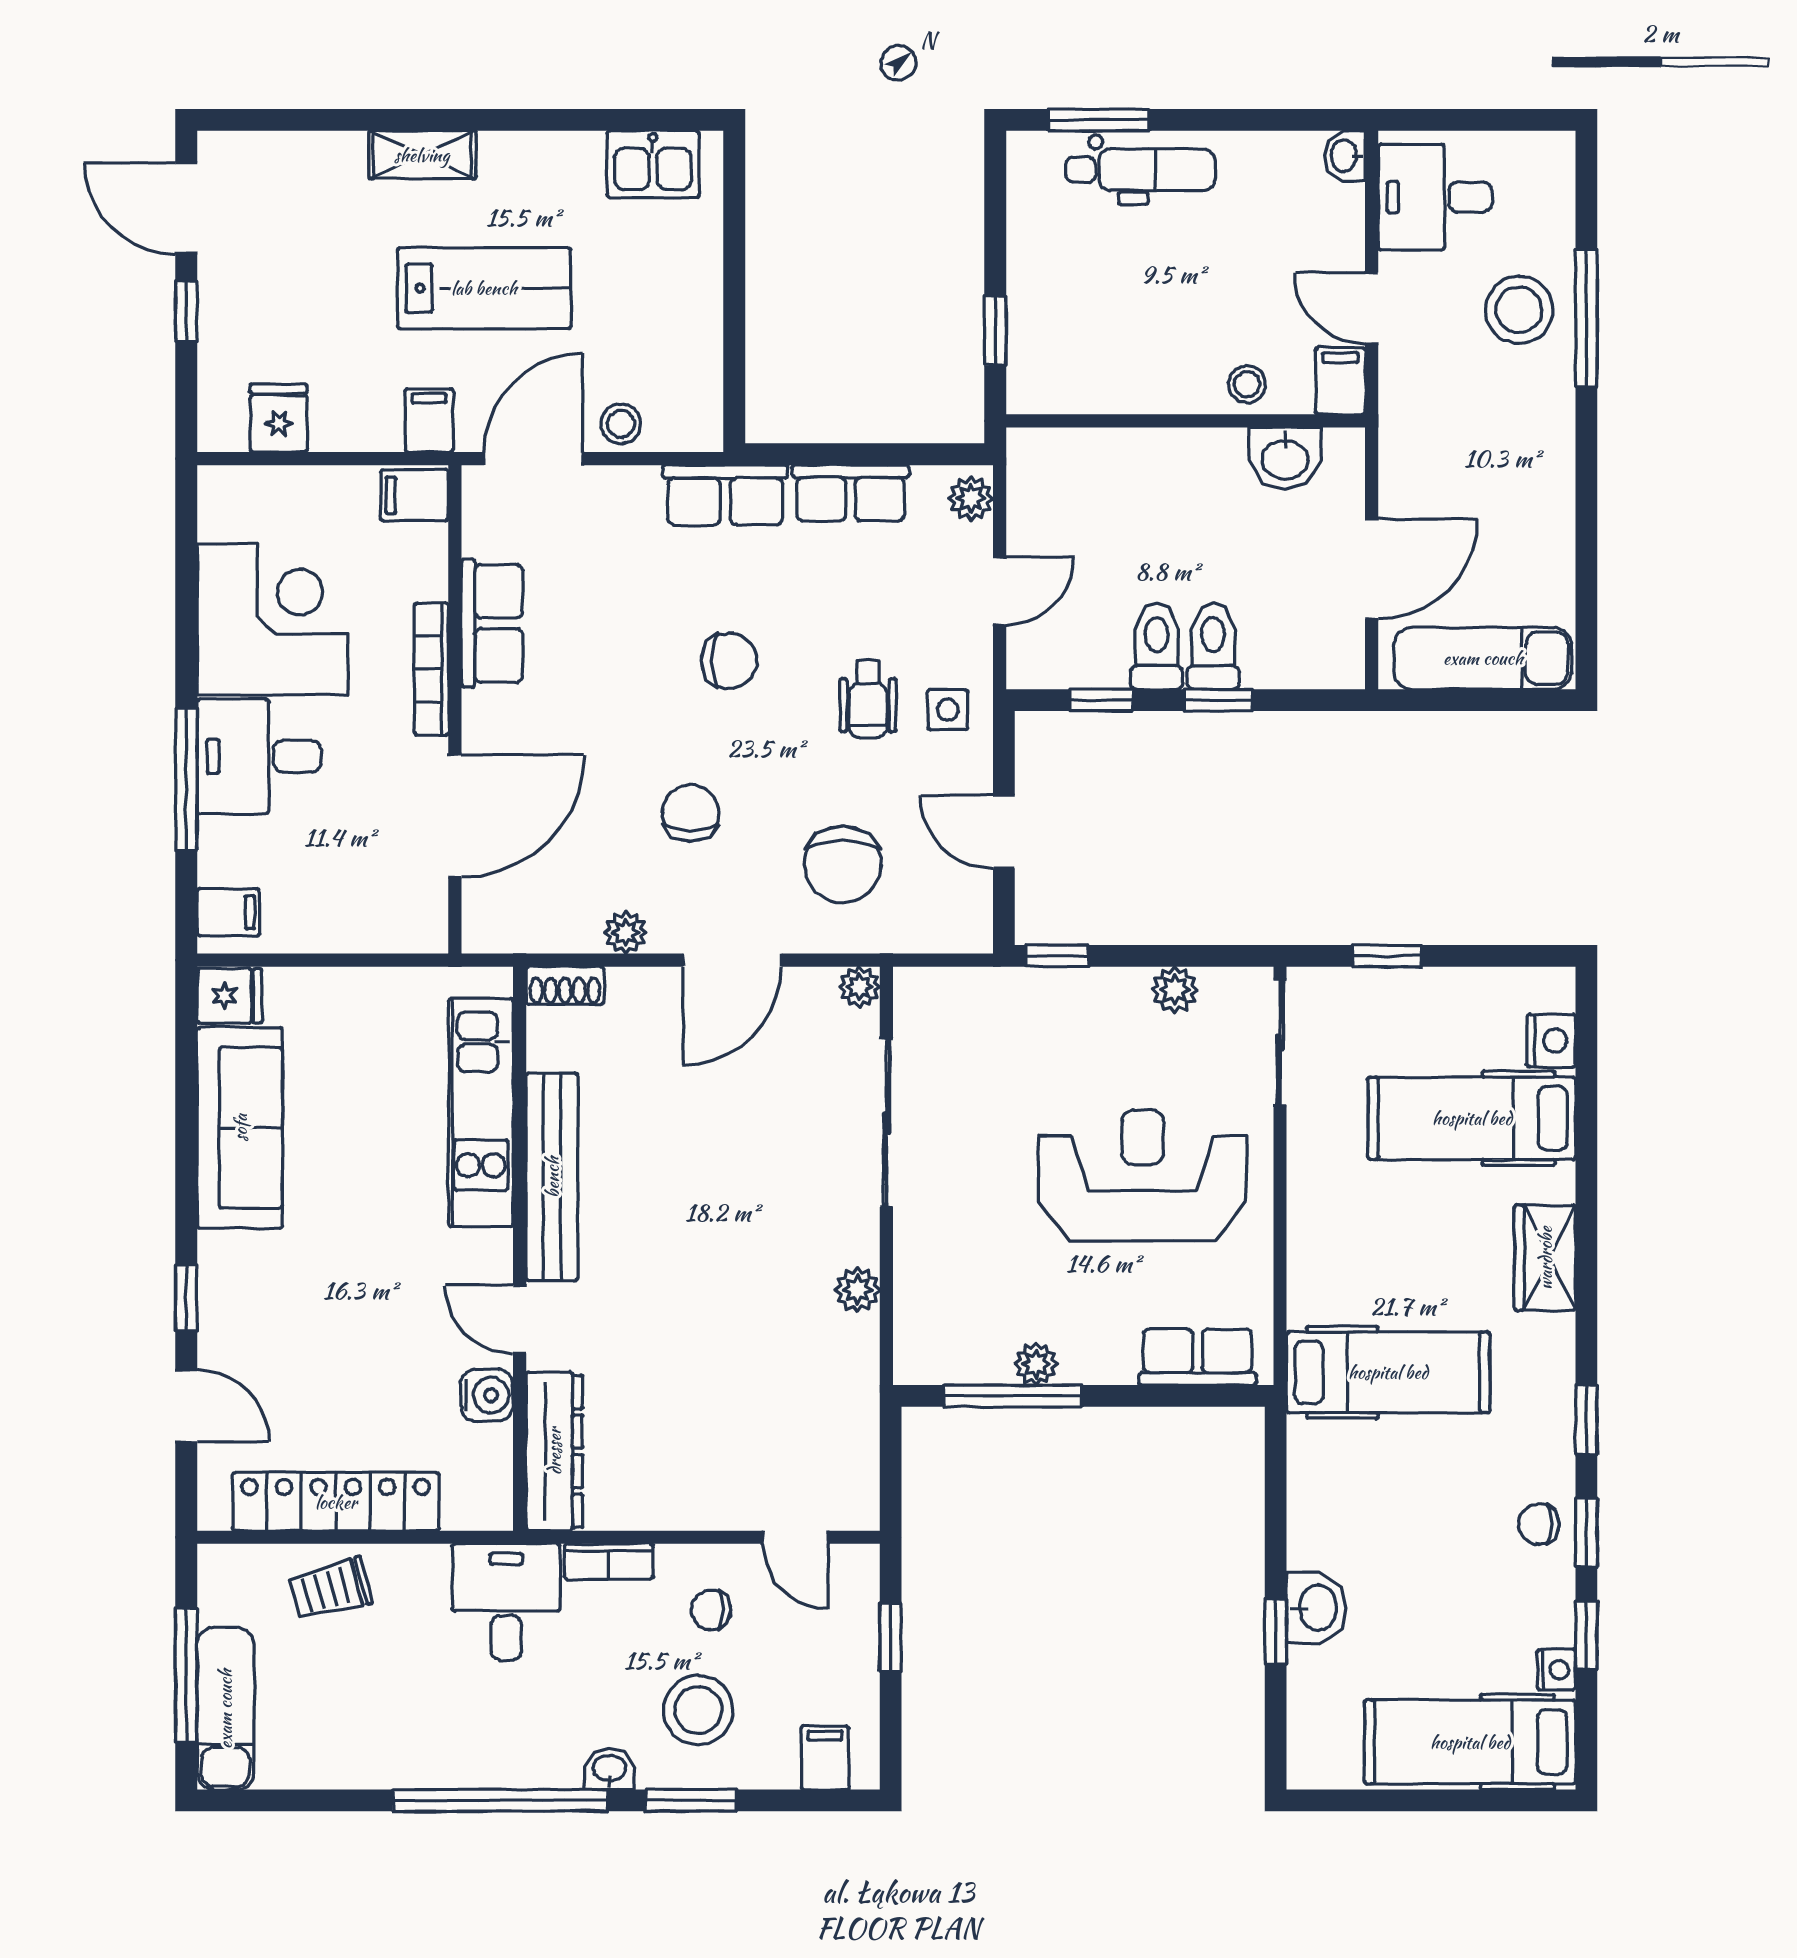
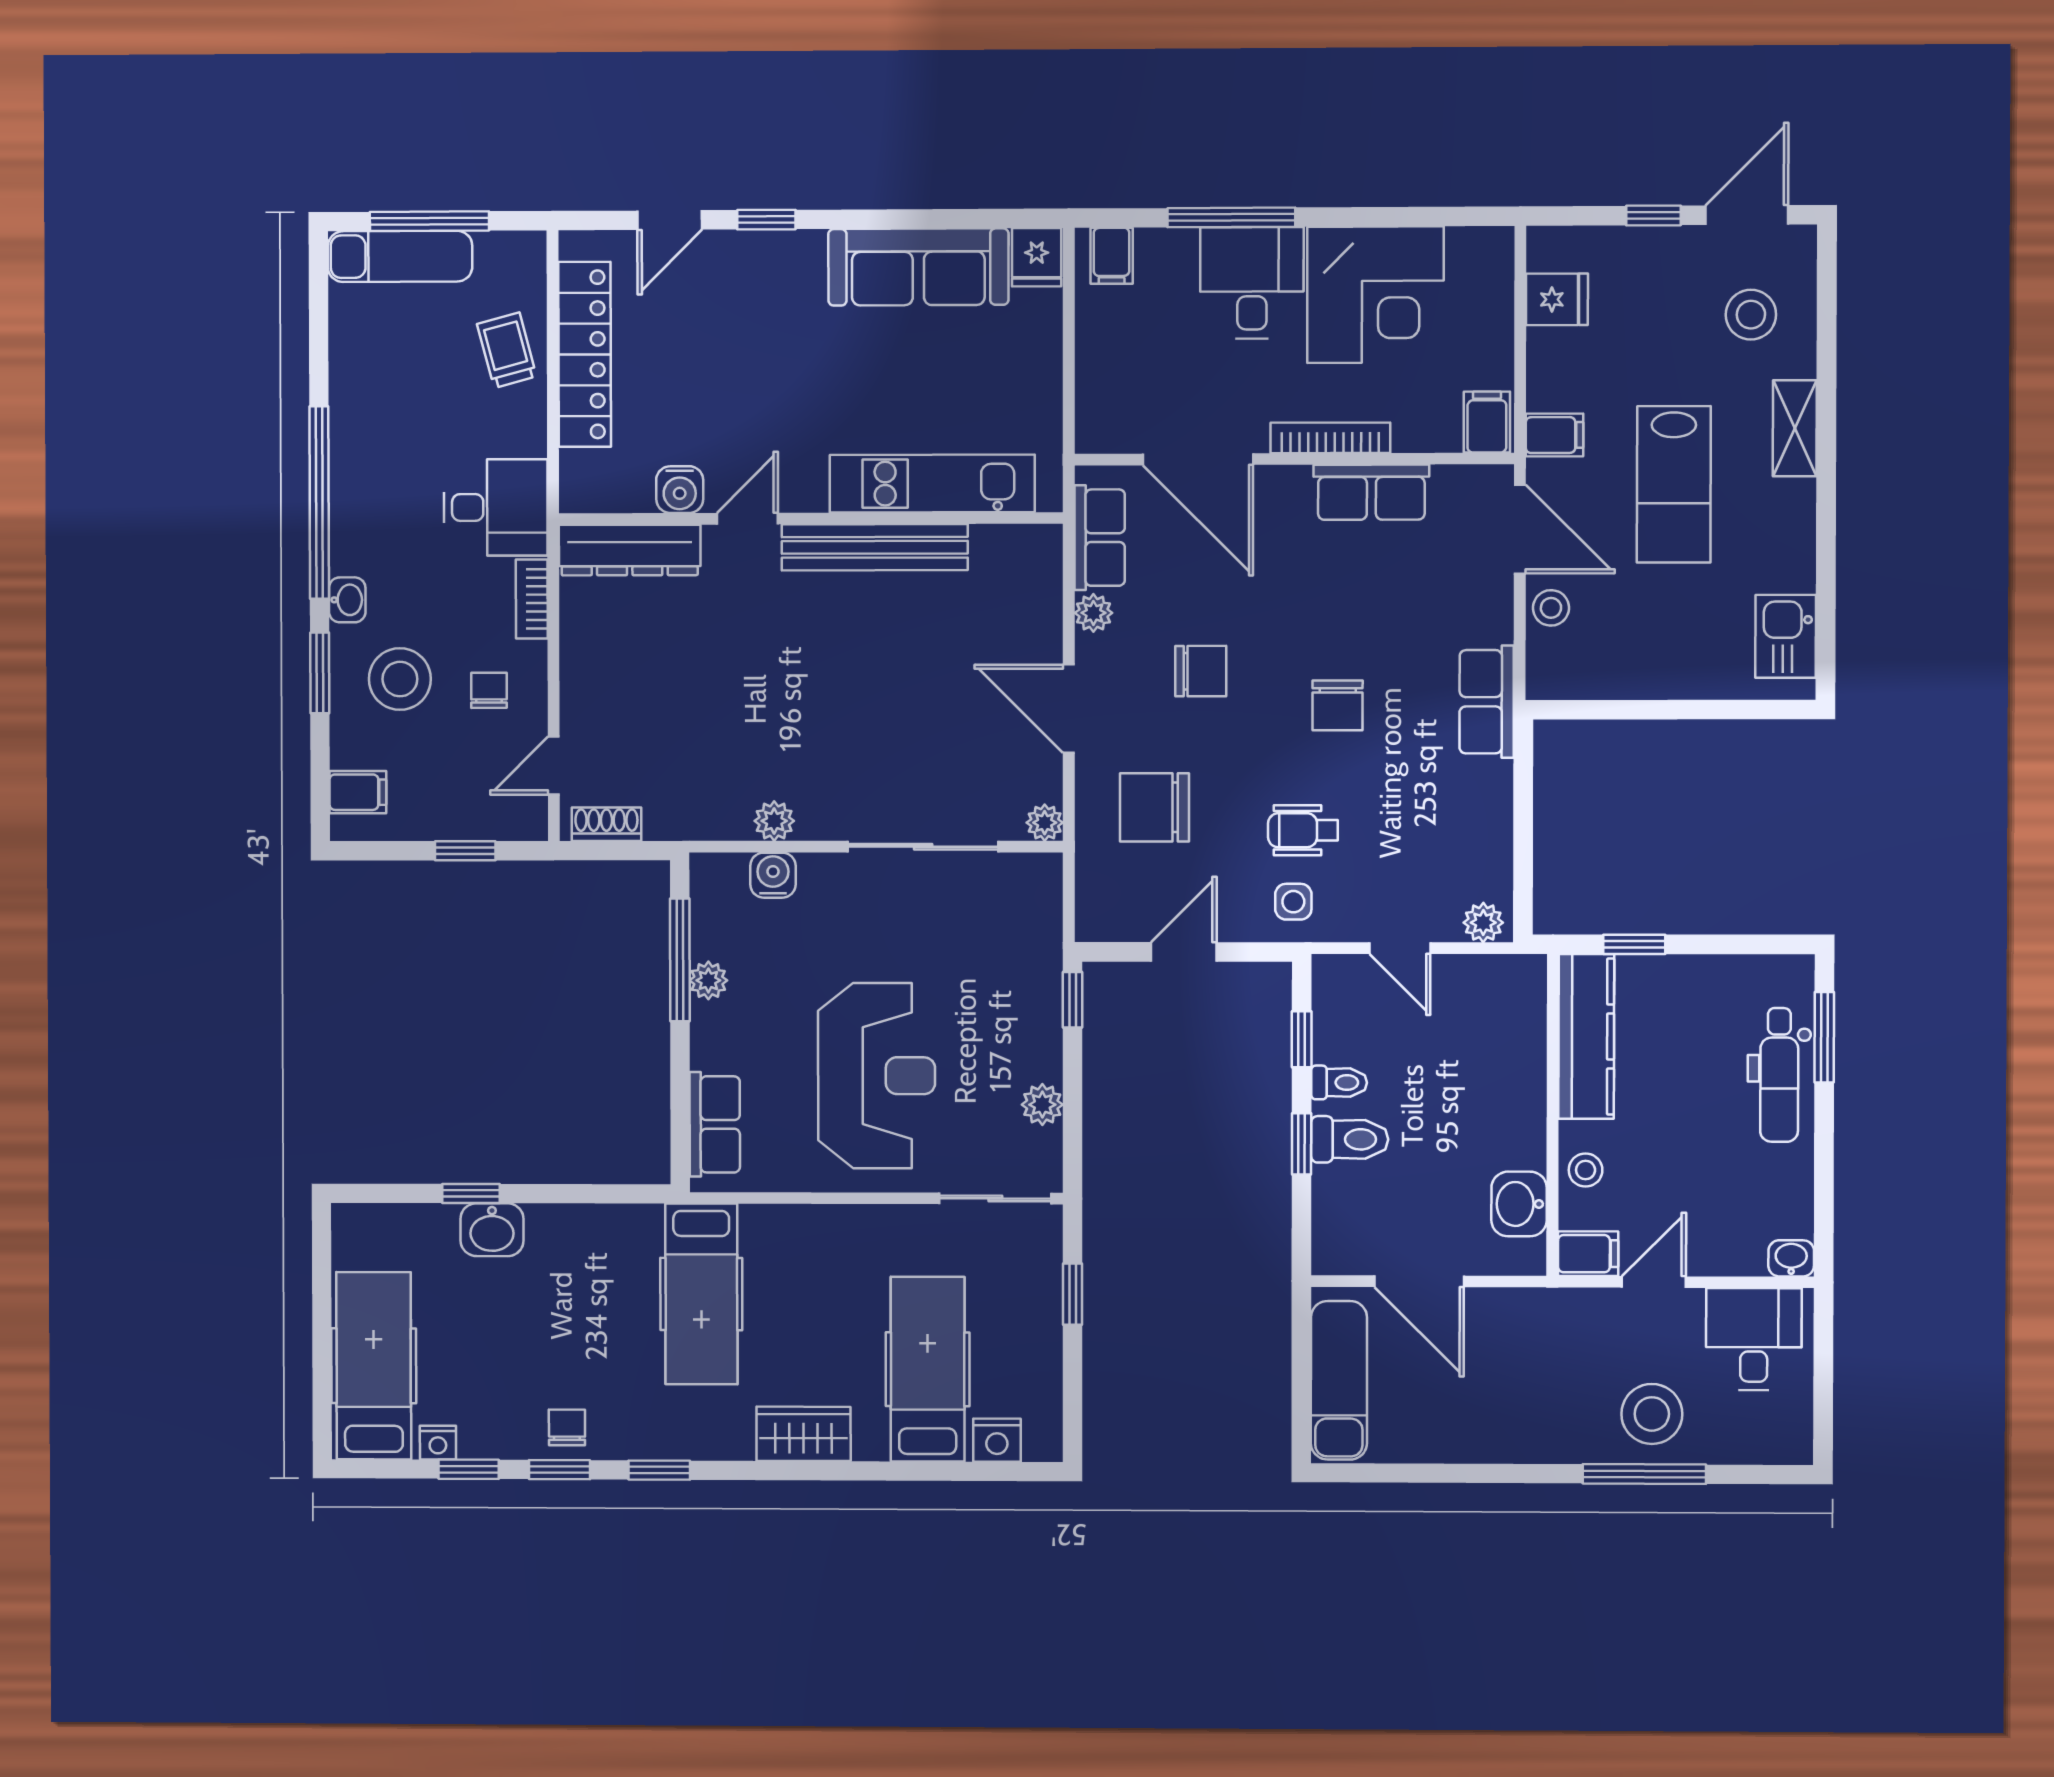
stool: (296, 204) -> (1751, 315), added
kitchen counter: (1098, 384) -> (1586, 1036), added
row of seats: (851, 493) -> (1100, 538), moved, turned 180
toilet: (1157, 647) -> (1339, 1082), width x0.73, depth x0.72
shoe rack: (565, 986) -> (606, 824), moved, turned 90
water cooler: (918, 1291) -> (773, 875), added

